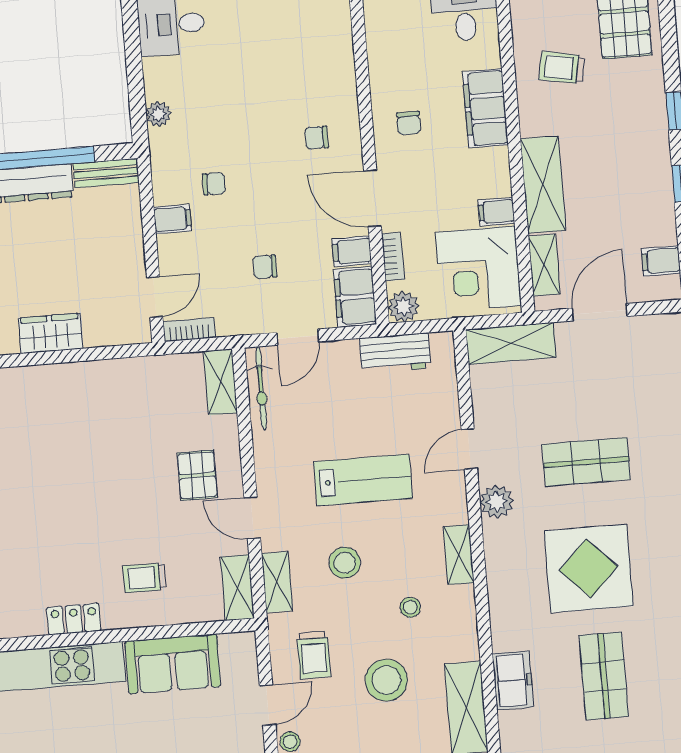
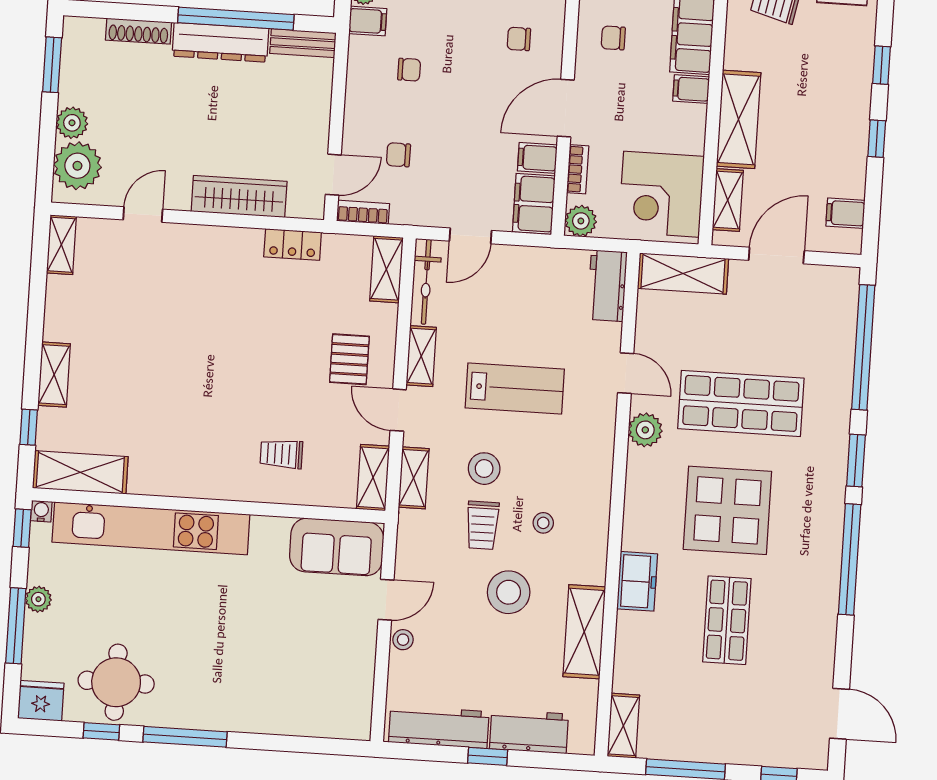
chair: (409, 123) -> (613, 38), turned 90
door: (372, 198) -> (566, 108), hinge flipped
filing cabinet: (496, 212) -> (691, 89), moved
filing cabinet: (173, 219) -> (368, 21), moved
chair: (265, 267) -> (398, 155), moved
wardrobe: (50, 333) -> (239, 196), width x1.50
workbench: (395, 353) -> (607, 286), moved, turned 90
door: (469, 449) -> (626, 373), swing flipped
shop shelf: (586, 462) -> (741, 403), width x1.43, depth x1.36
shelving: (459, 555) -> (421, 356), moved
locker: (74, 619) -> (293, 245), moved, turned 180
trolley: (314, 655) -> (482, 525), moved
sofa: (173, 664) -> (337, 547), moved
freezer: (513, 680) -> (637, 581), moved

